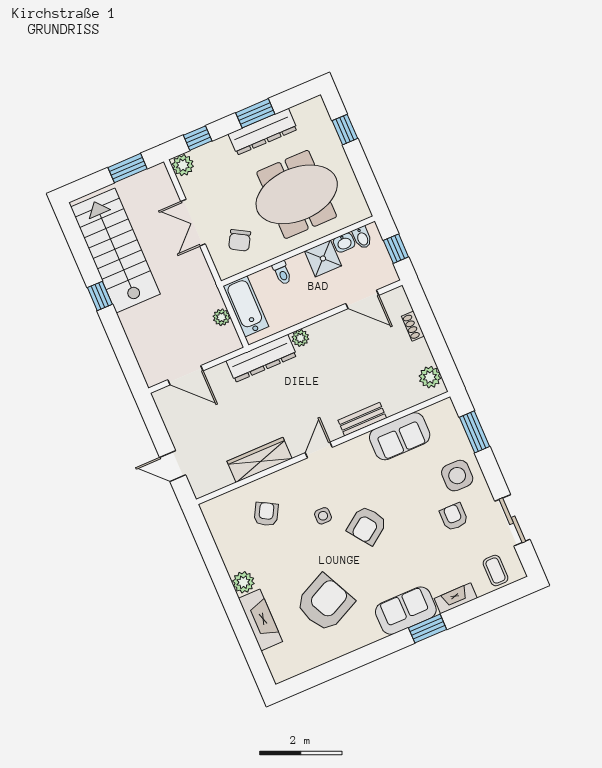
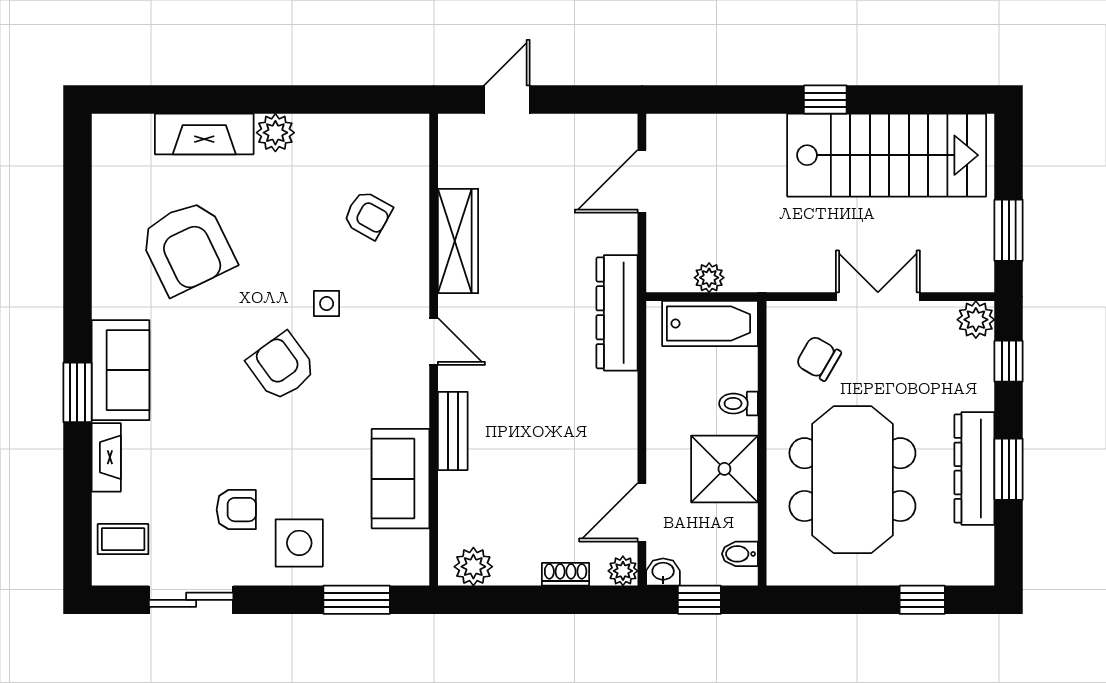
washbasin: (344, 243) -> (663, 572), moved, turned 90
shower: (323, 258) -> (724, 469), width x1.36, depth x1.36
plant: (300, 338) -> (623, 571), moved

